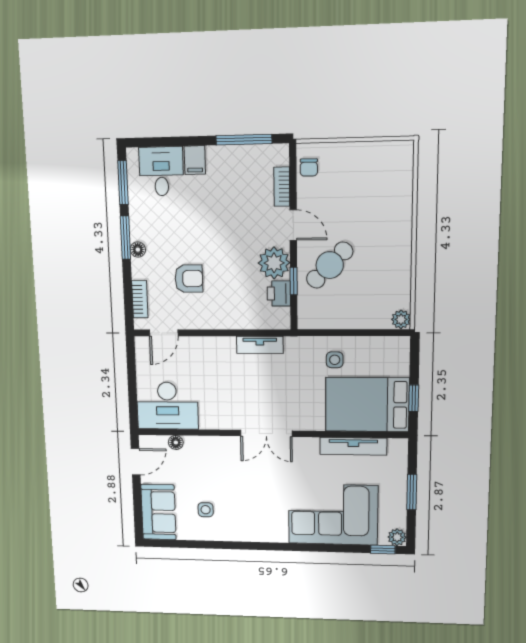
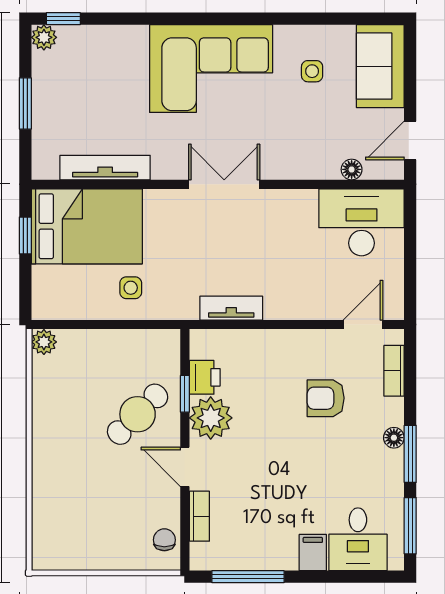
corner sofa: (333, 514) -> (211, 69), moved

